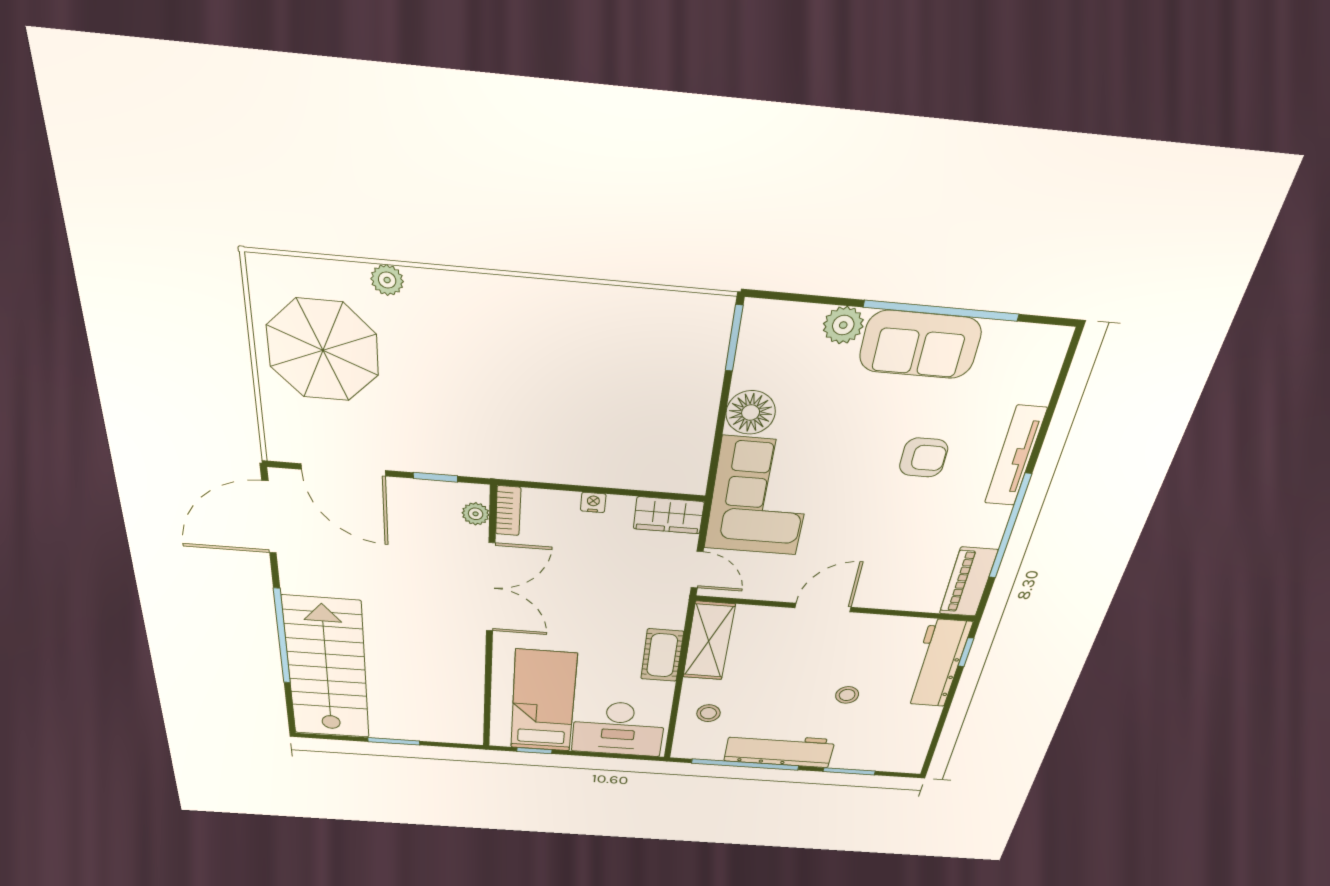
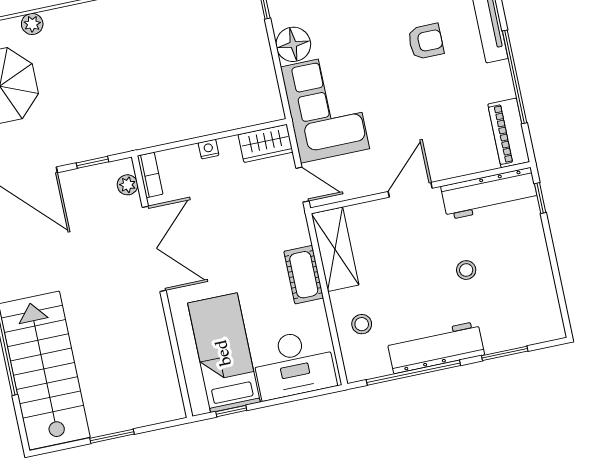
workbench: (938, 663) -> (489, 194), moved, turned -90

